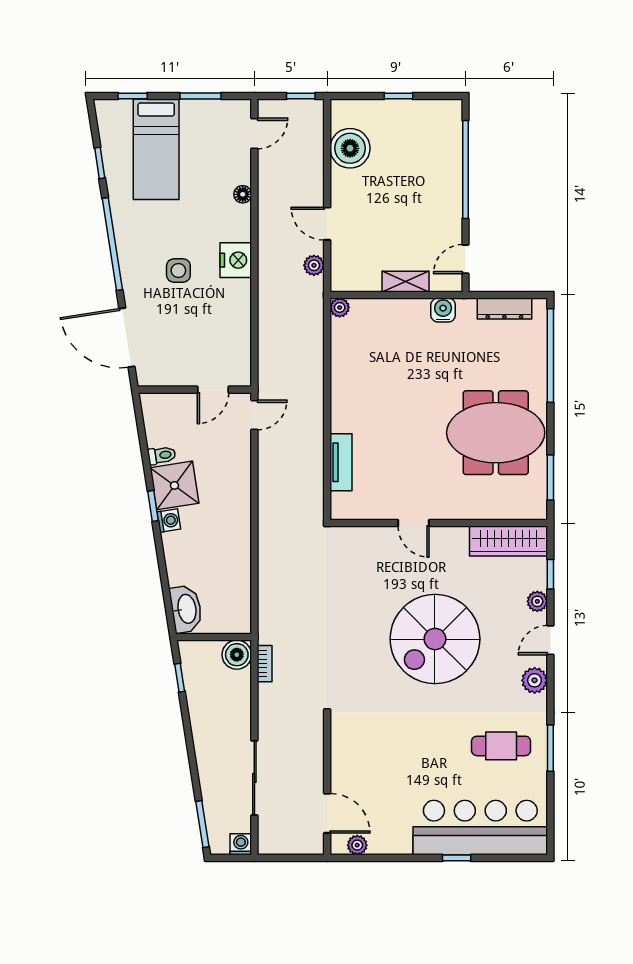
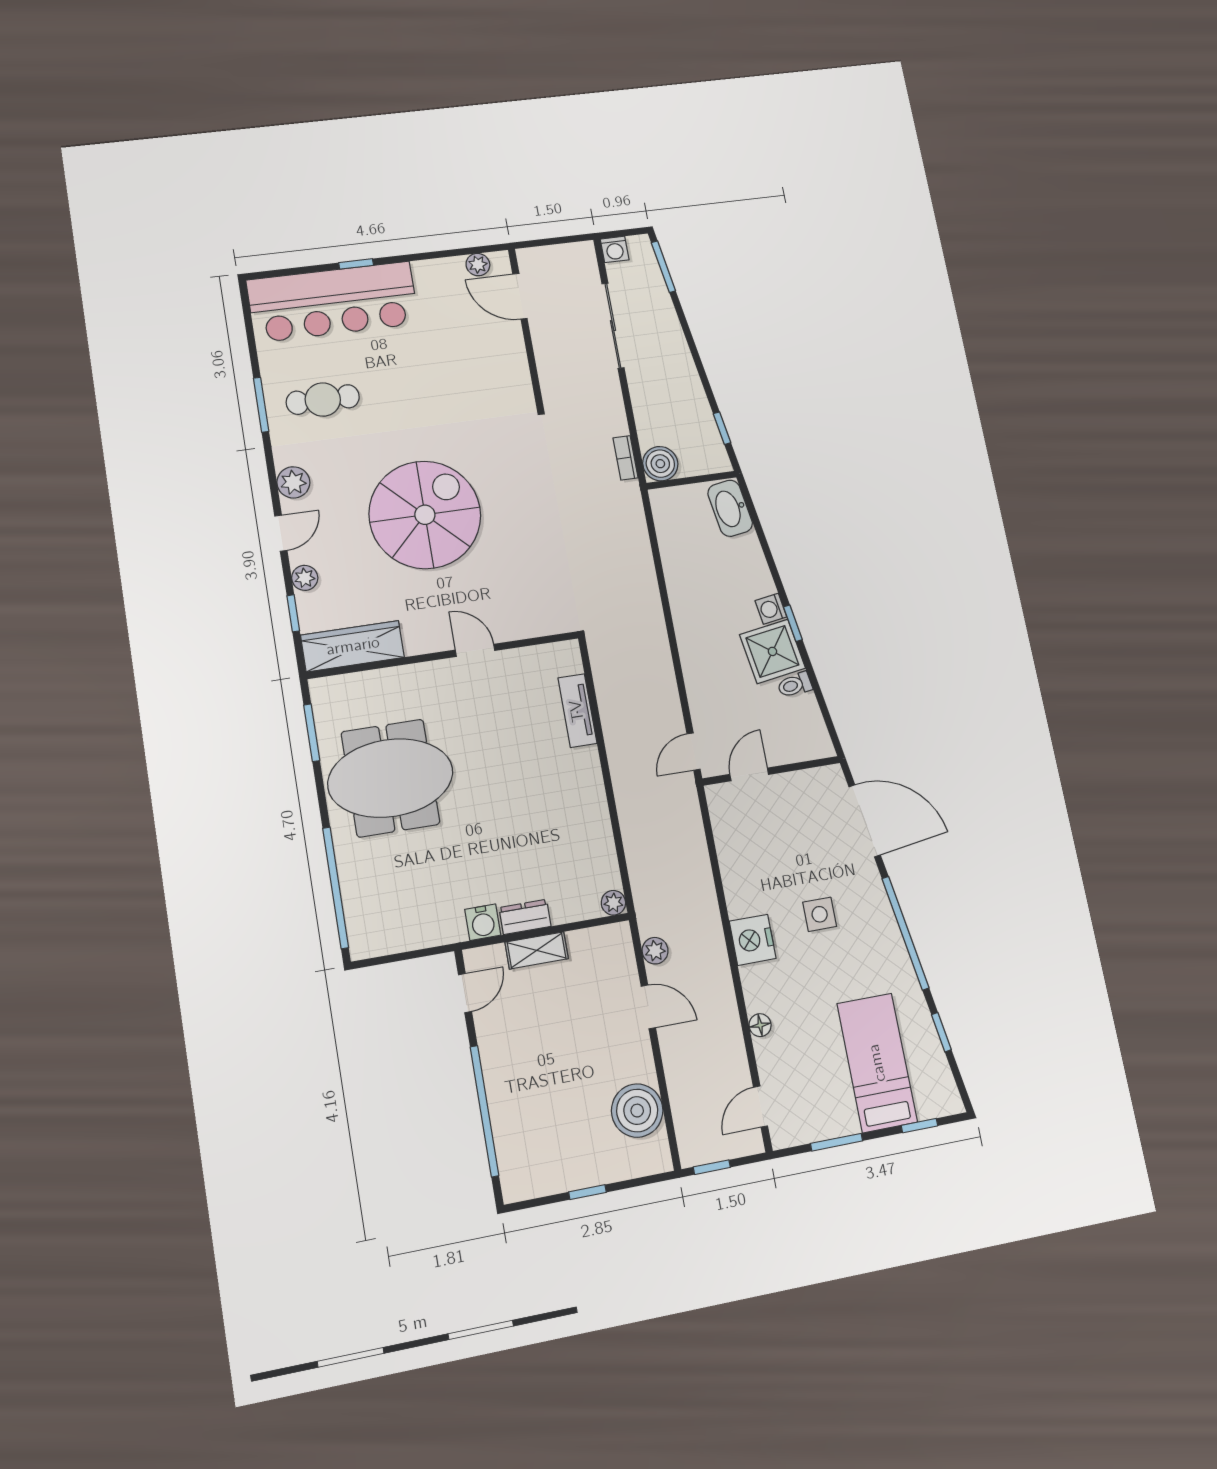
dresser: (504, 308) -> (525, 917), moved, width x0.70

